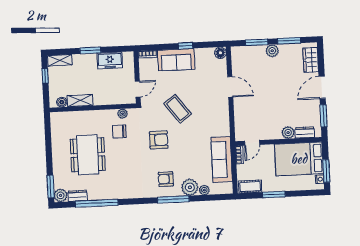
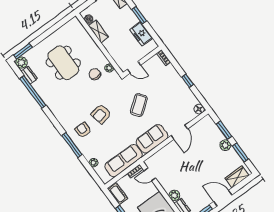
sofa: (176, 60) -> (152, 139), moved, turned 90
armchair: (159, 140) -> (101, 114), moved, turned 78
dining table: (88, 155) -> (63, 63), turned 90
plant: (190, 187) -> (89, 151), removed

